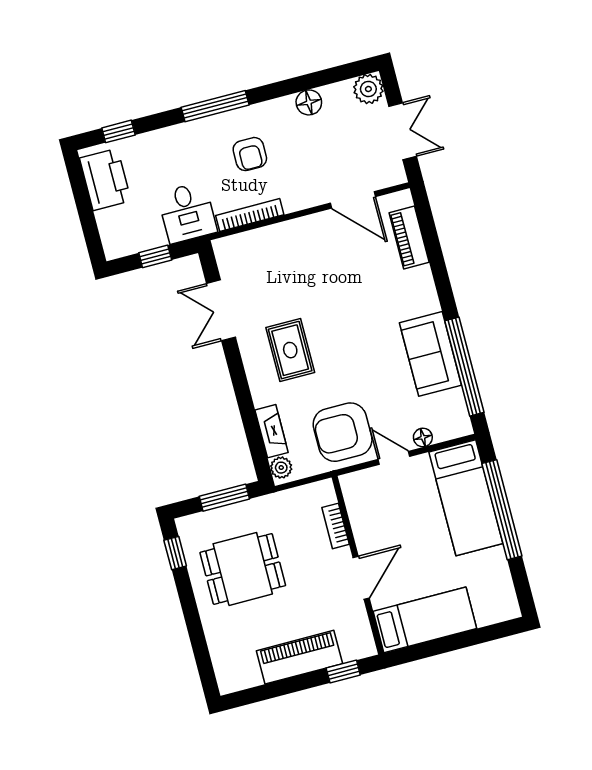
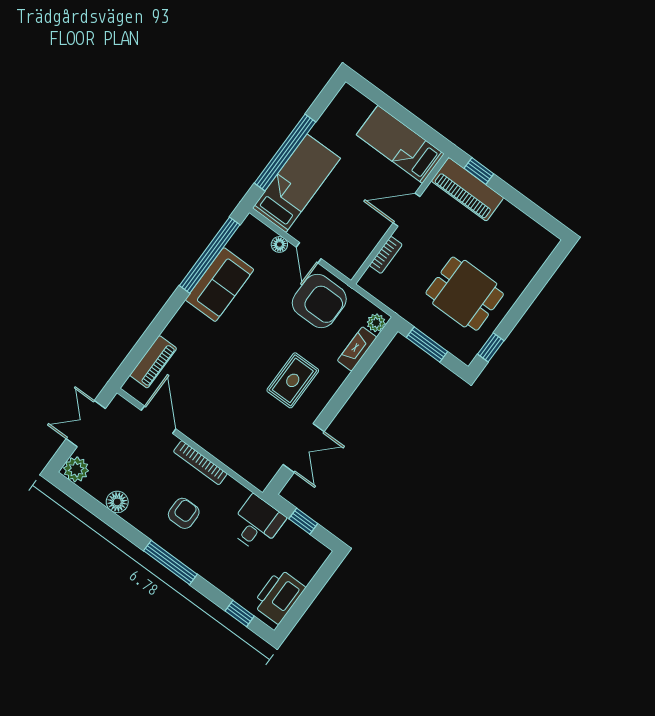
bookcase: (250, 215) -> (200, 463), moved
piano: (299, 657) -> (467, 189), moved

